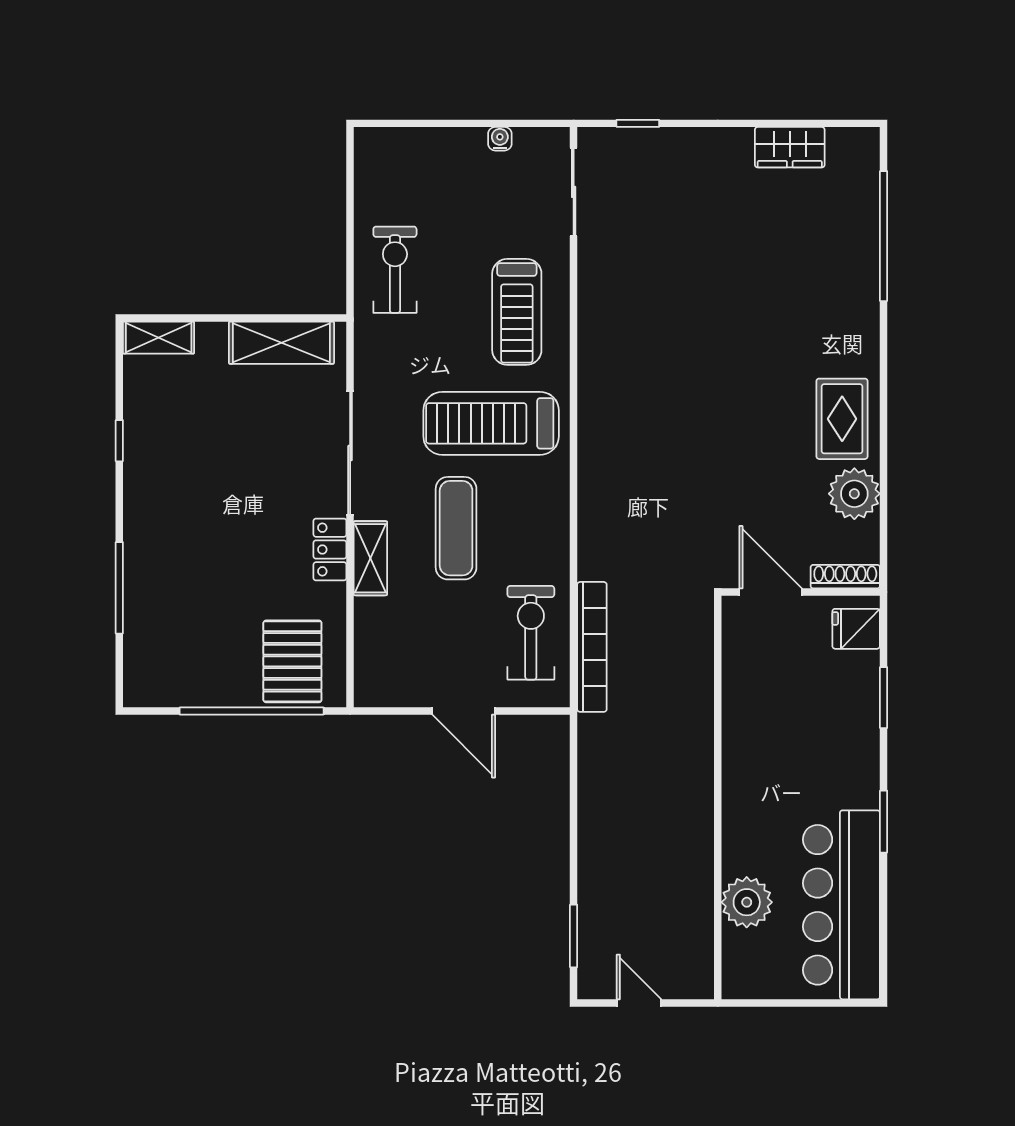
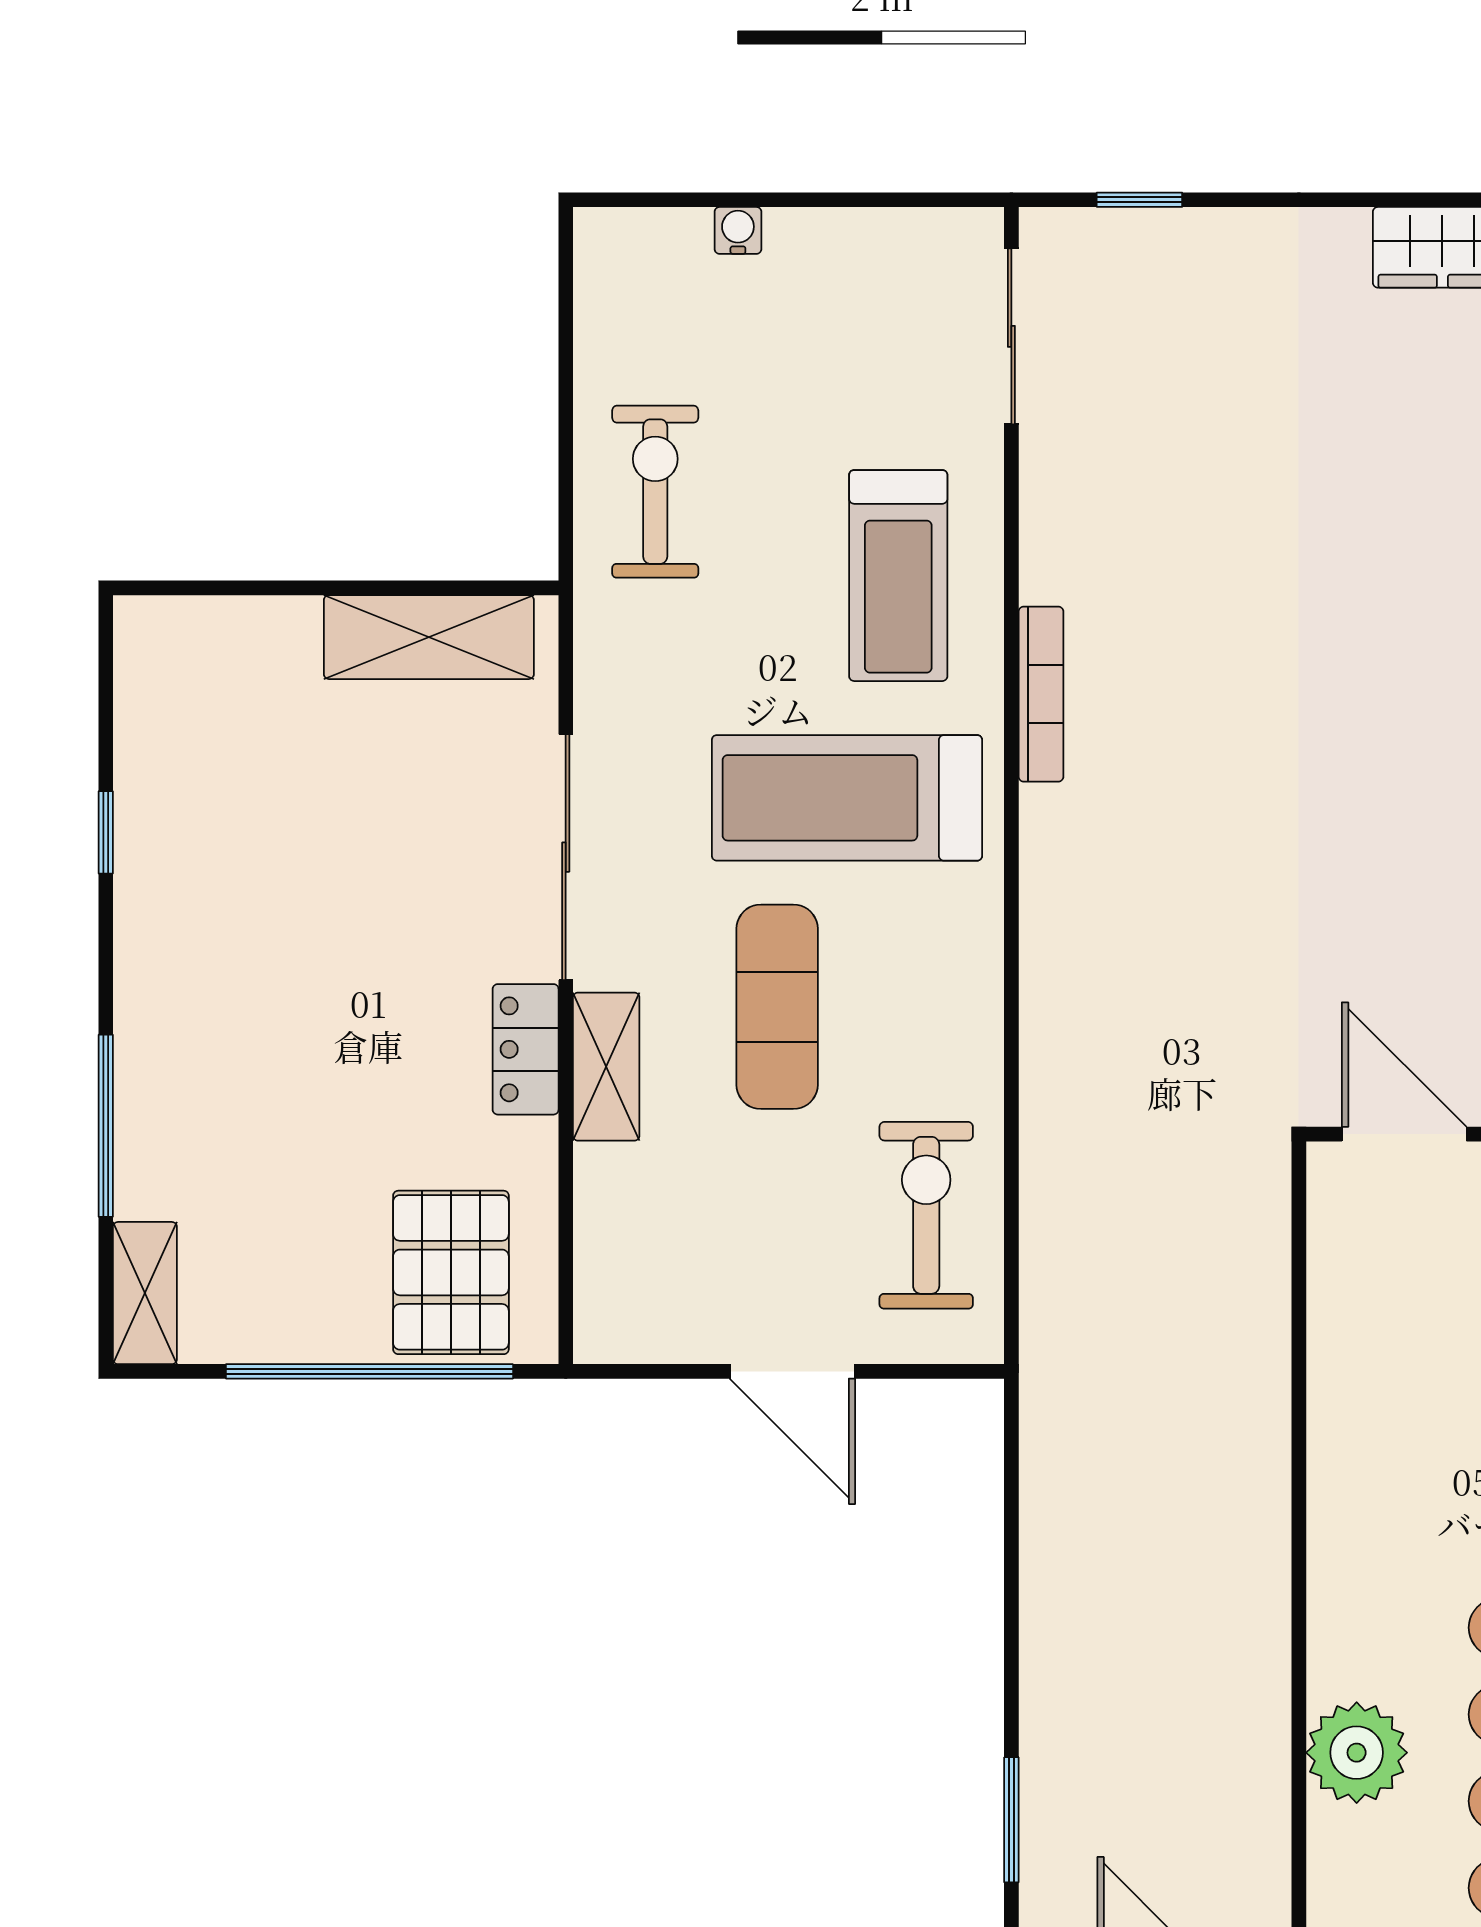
water cooler: (500, 139) -> (738, 230), moved
shelving: (159, 338) -> (145, 1293), moved, turned 90
bookcase: (592, 647) -> (1041, 694), moved, width x0.68, depth x0.76

